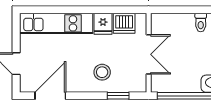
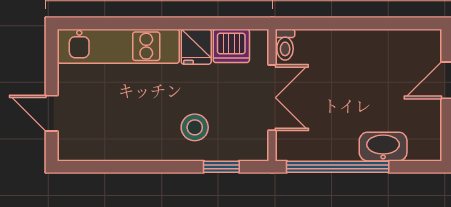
toilet: (201, 22) -> (285, 45), moved
door: (50, 96) -> (109, 167), removed

